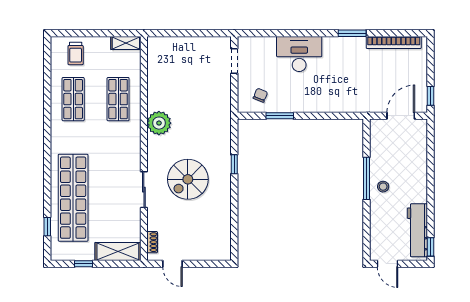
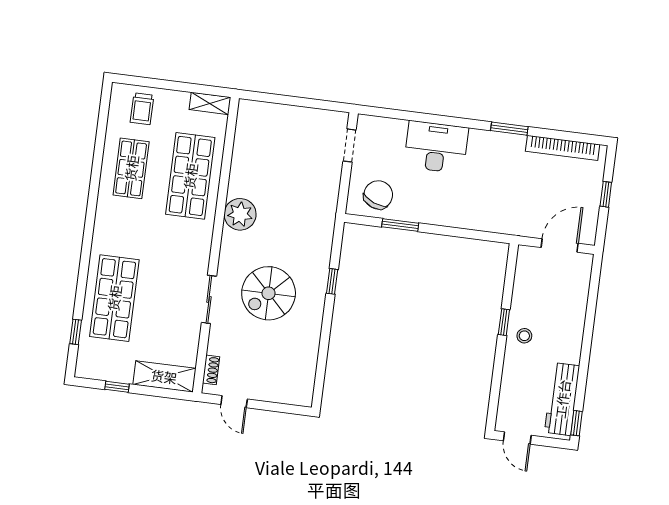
chair: (260, 95) -> (378, 195), width x1.87, depth x1.87
window: (430, 96) -> (606, 194), moved
shop shelf: (118, 99) -> (190, 176), width x1.43, depth x1.36
window: (367, 178) -> (504, 322), width x0.46
shop shelf: (73, 198) -> (114, 298), width x0.71

